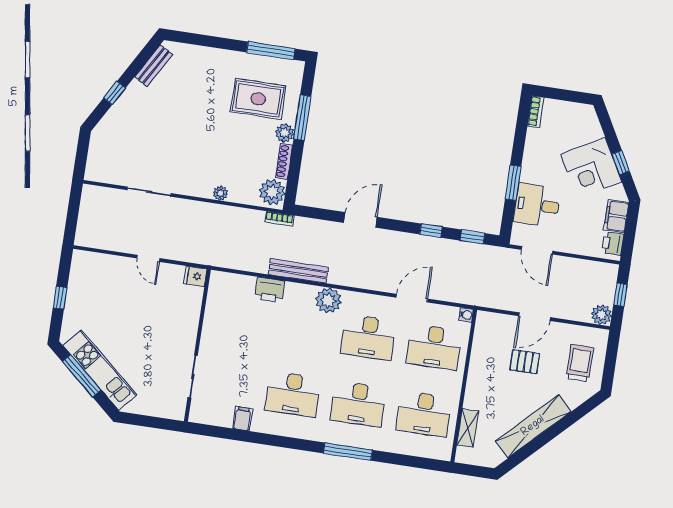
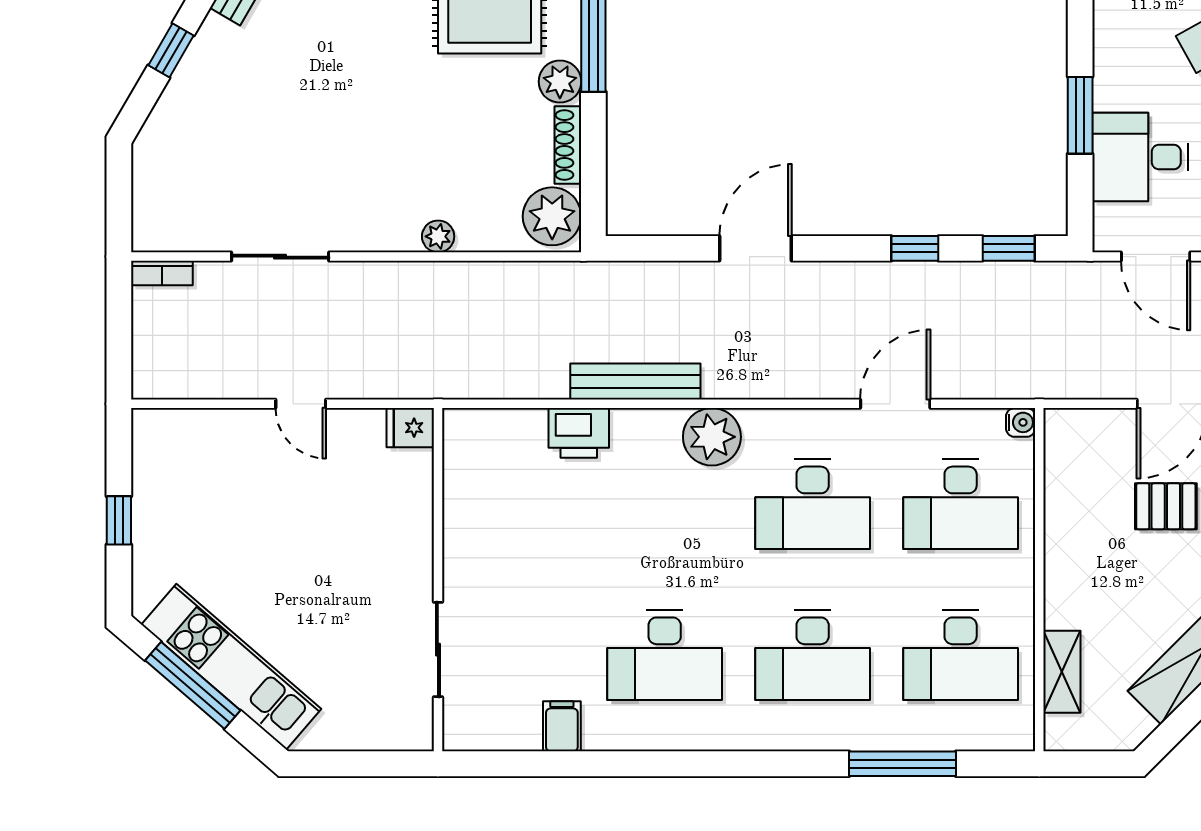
bookcase: (279, 219) -> (162, 273), moved
window: (348, 452) -> (902, 764), moved

